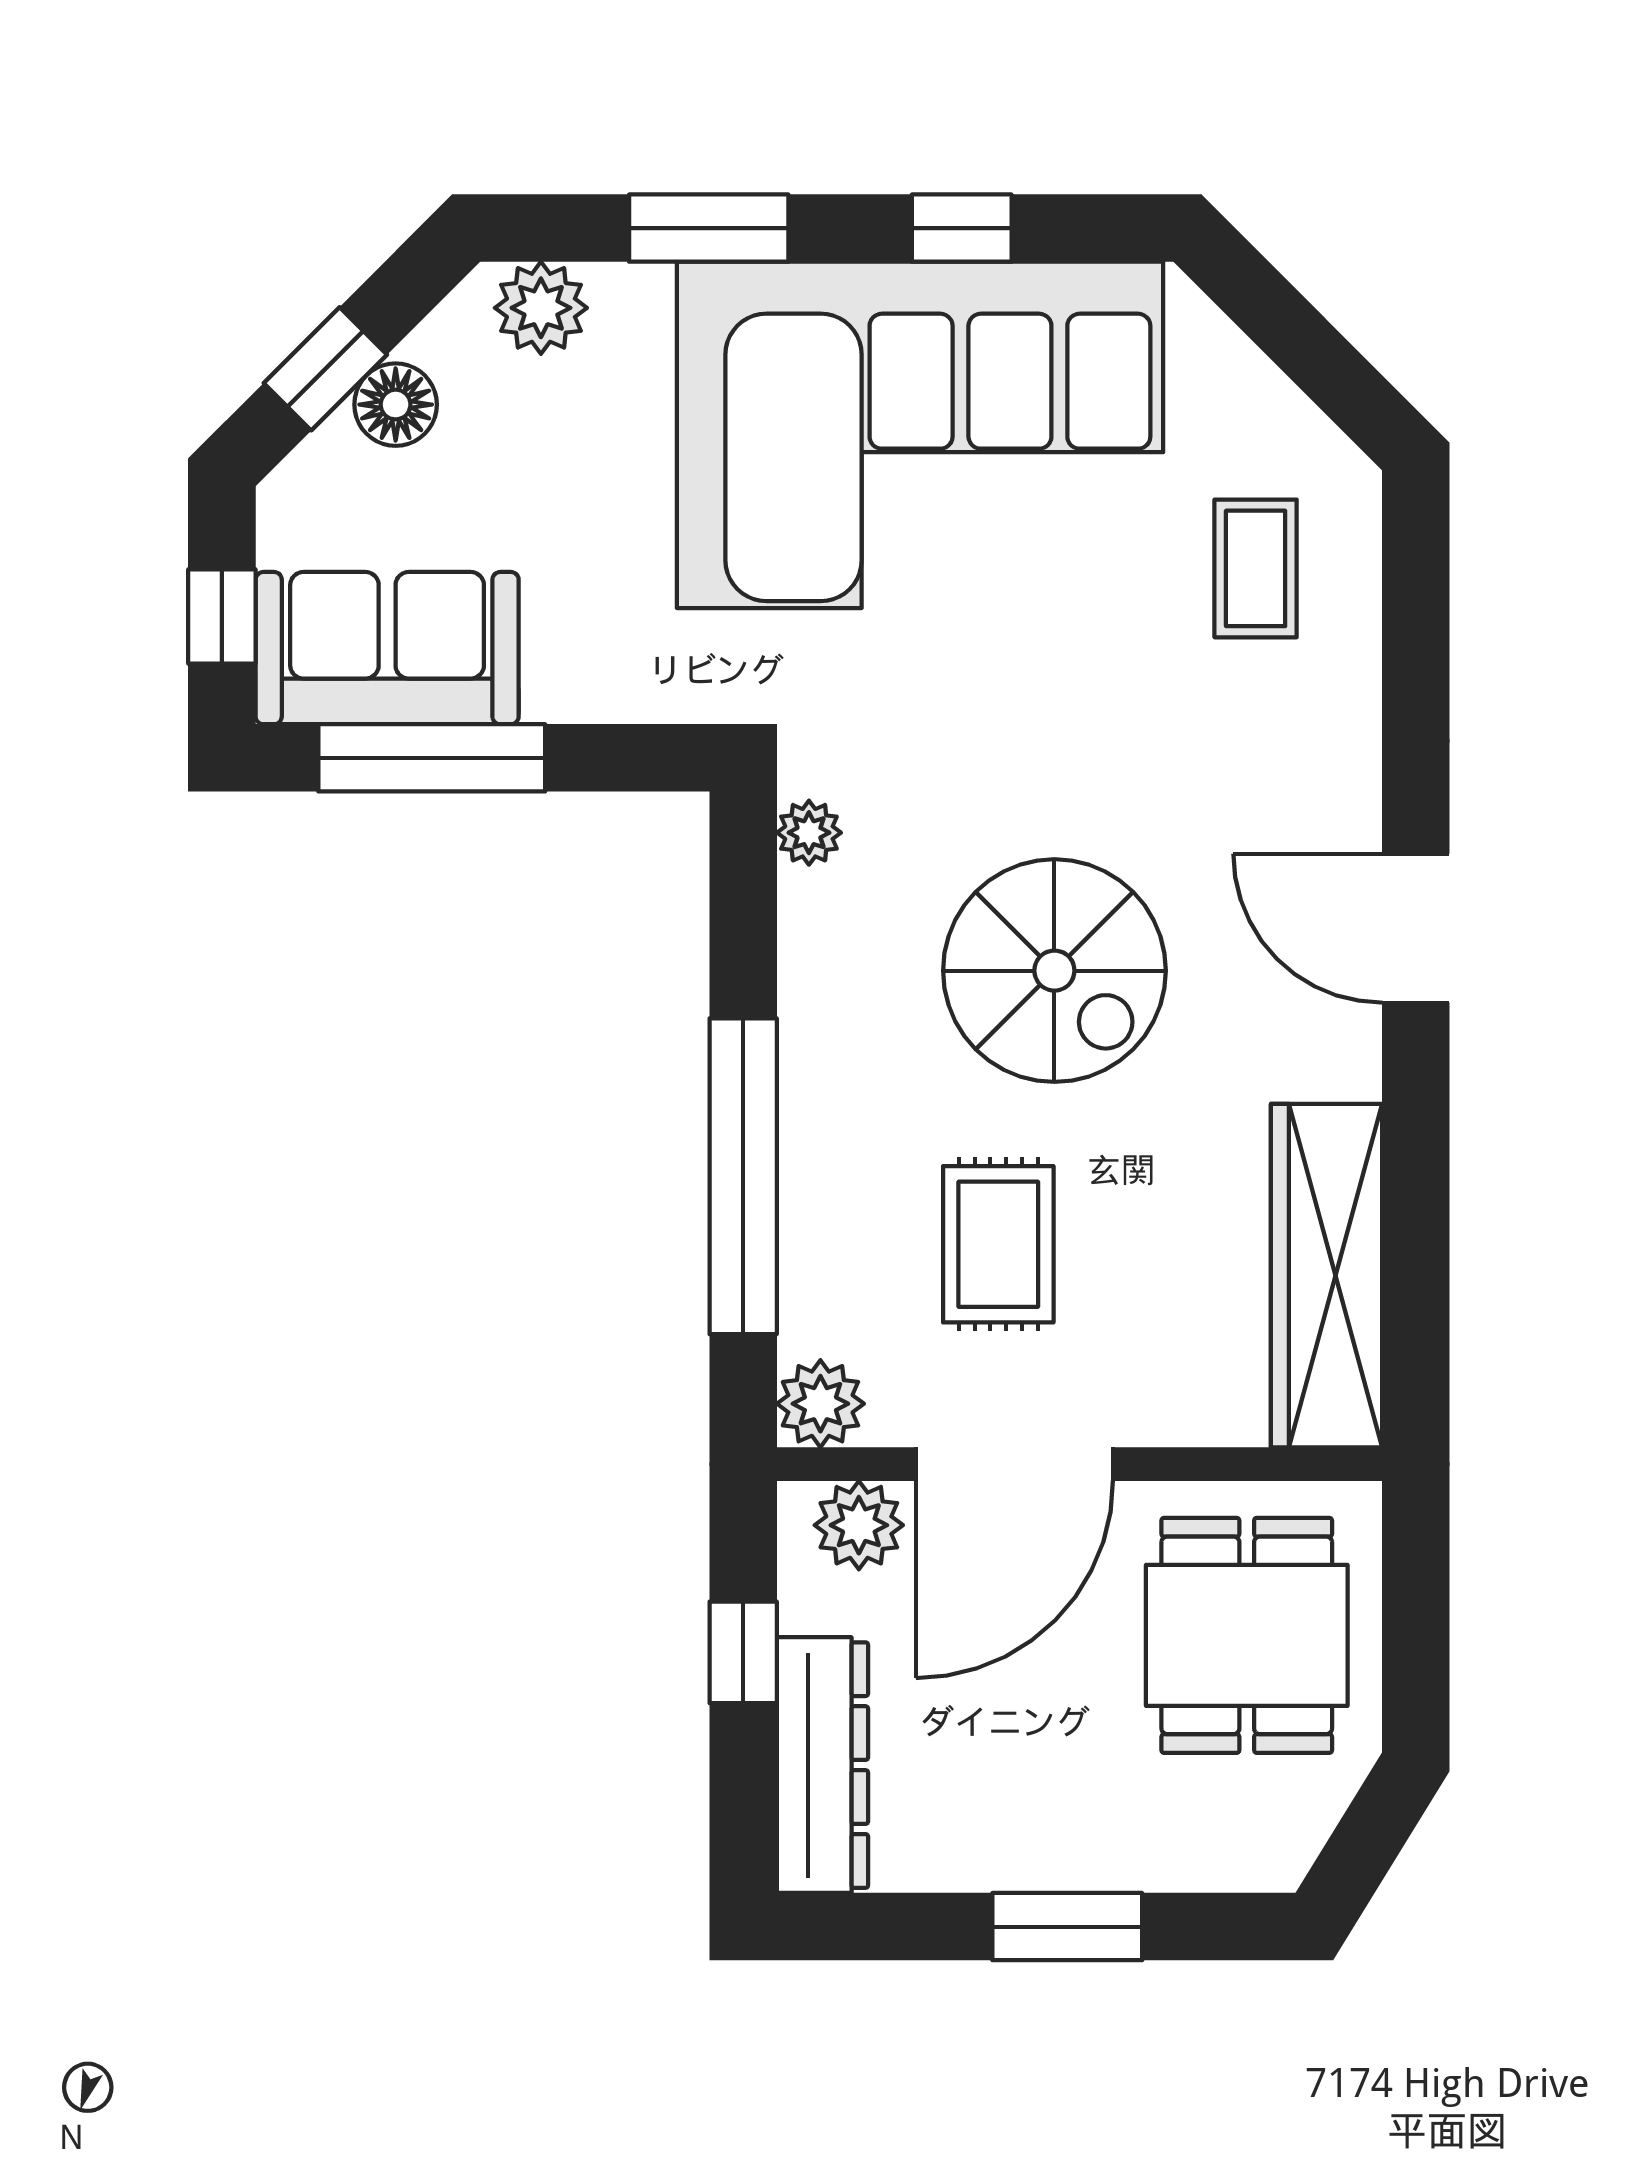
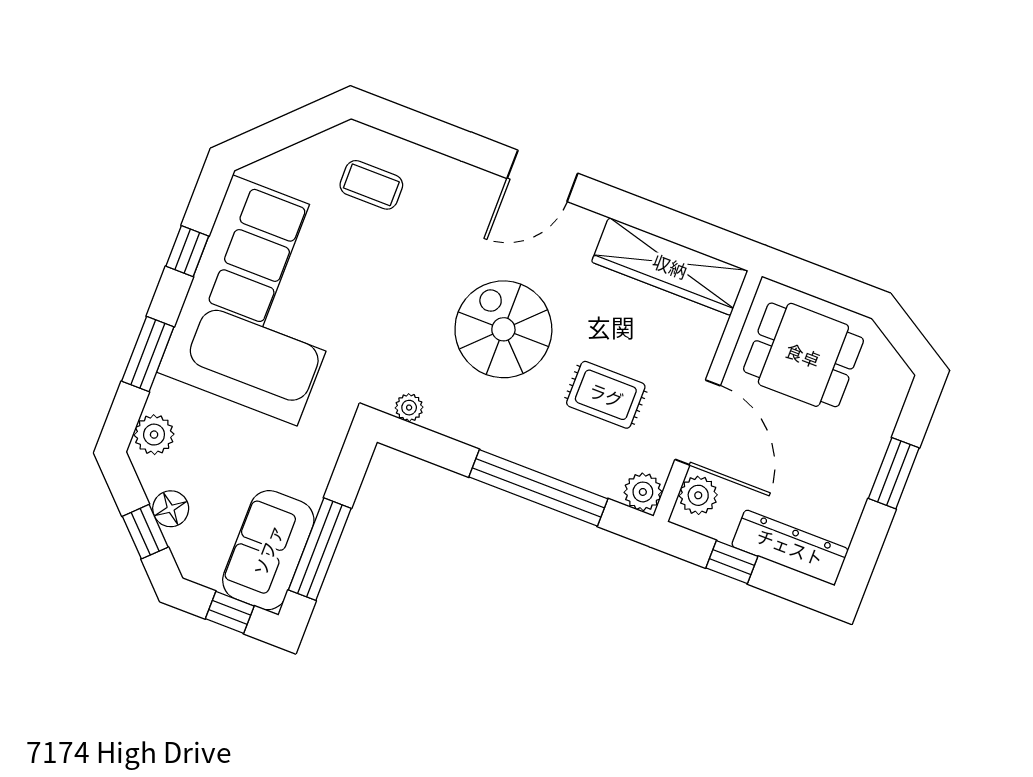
spiral stairs: (1054, 971) -> (503, 329), turned -90

